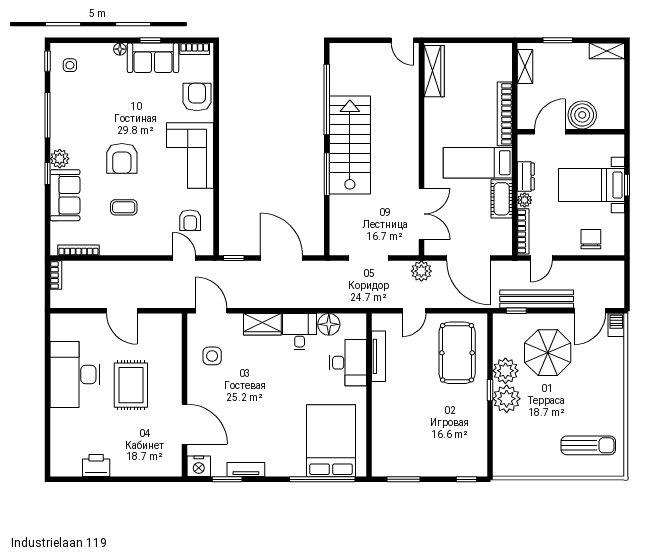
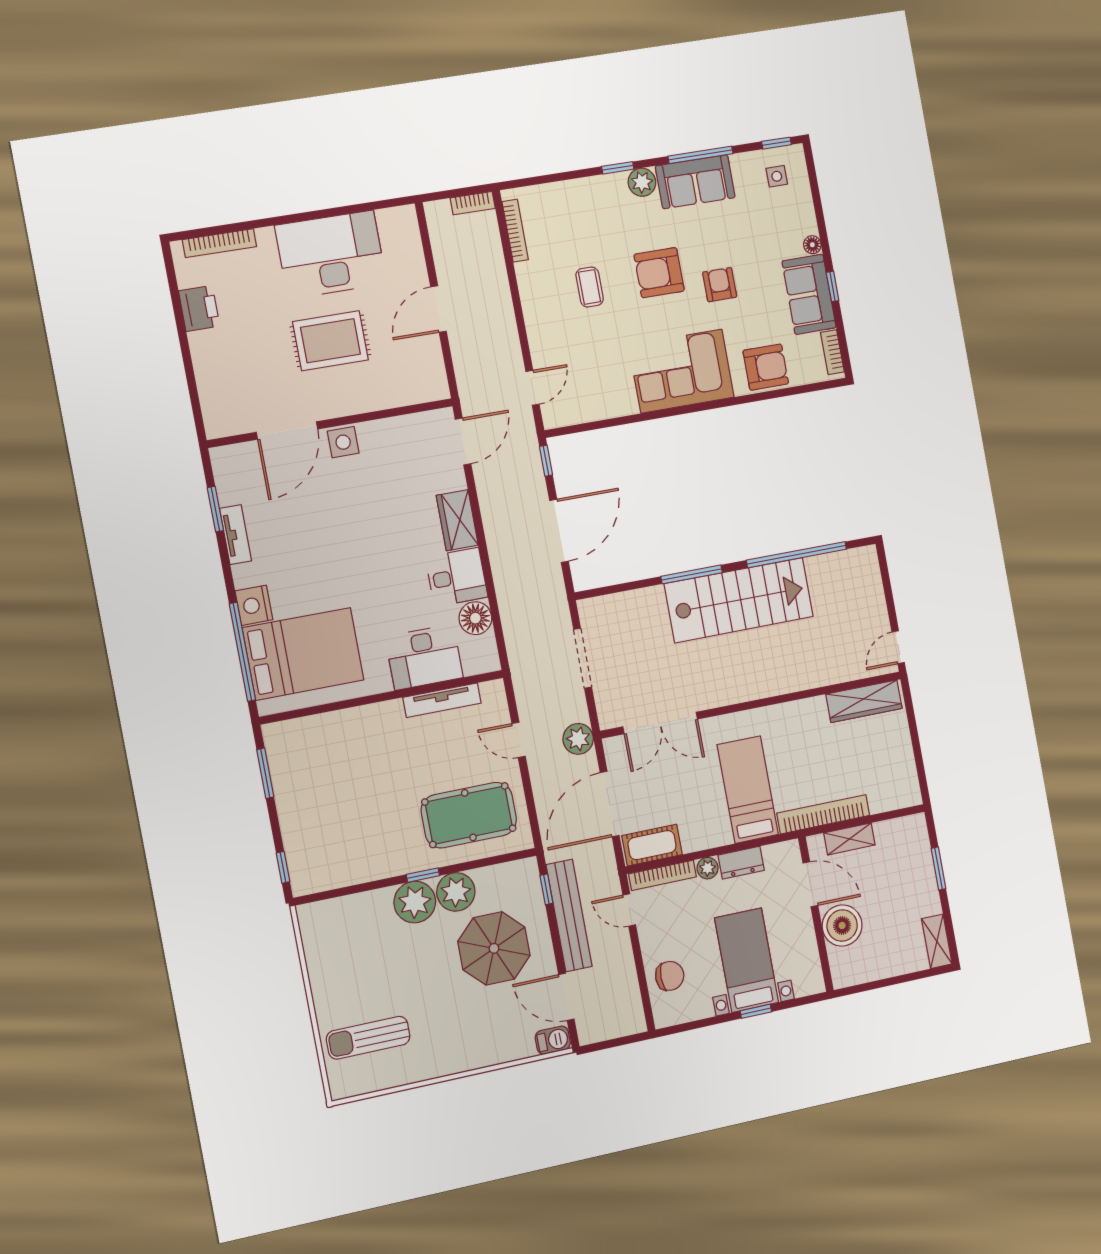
shelving: (525, 67) -> (849, 839), moved
sofa: (65, 195) -> (695, 182), moved
cot: (502, 199) -> (652, 845), moved
armchair: (190, 220) -> (720, 285), moved, turned 90
side table: (212, 356) -> (343, 442), moved
bookcase: (56, 445) -> (219, 243), added
sun lounger: (588, 445) -> (368, 1038), turned 90
nightstand: (199, 466) -> (254, 605), moved

